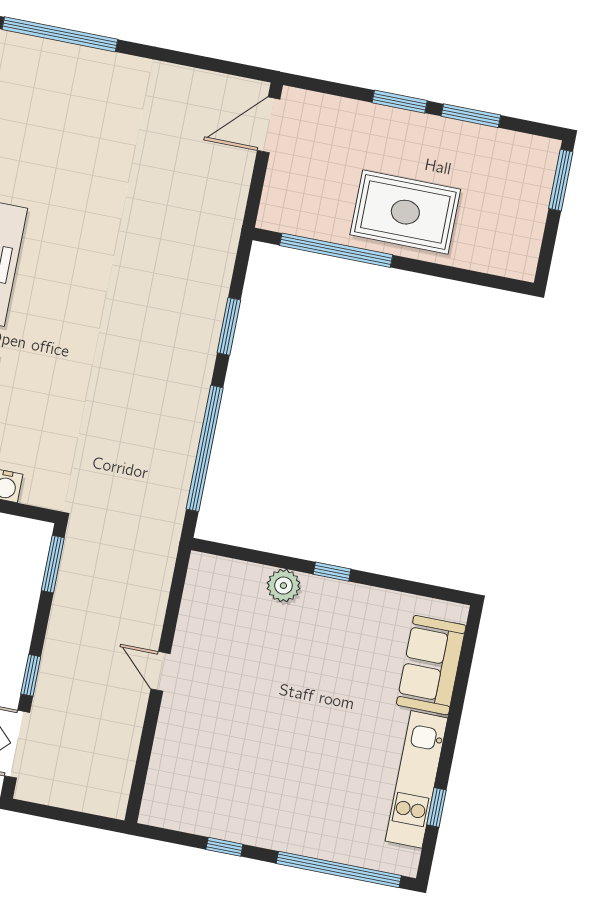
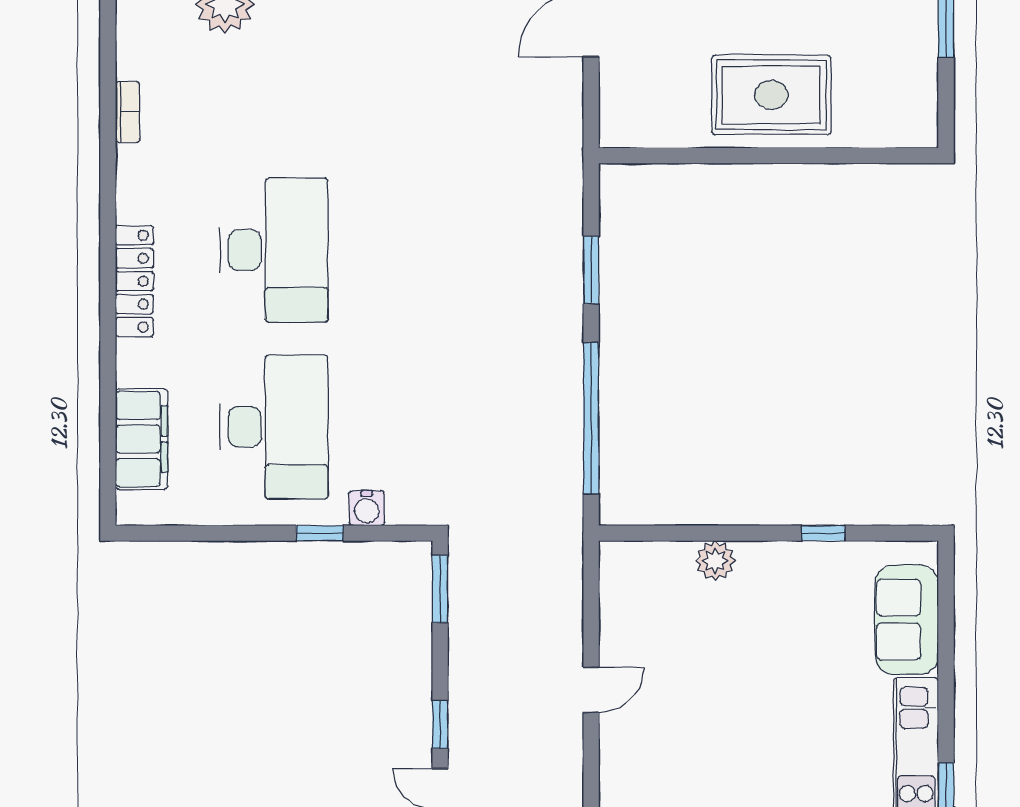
window: (336, 250) -> (699, 156), removed
window: (332, 572) -> (823, 533), moved
door: (161, 671) -> (591, 690), swing flipped

